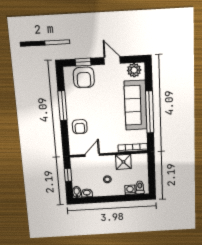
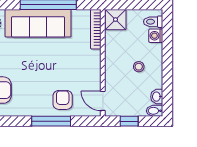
window: (62, 106) -> (51, 121), moved
armchair: (80, 127) -> (63, 100), turned -90
door: (92, 155) -> (103, 101), moved
shower: (123, 162) -> (115, 20), moved

